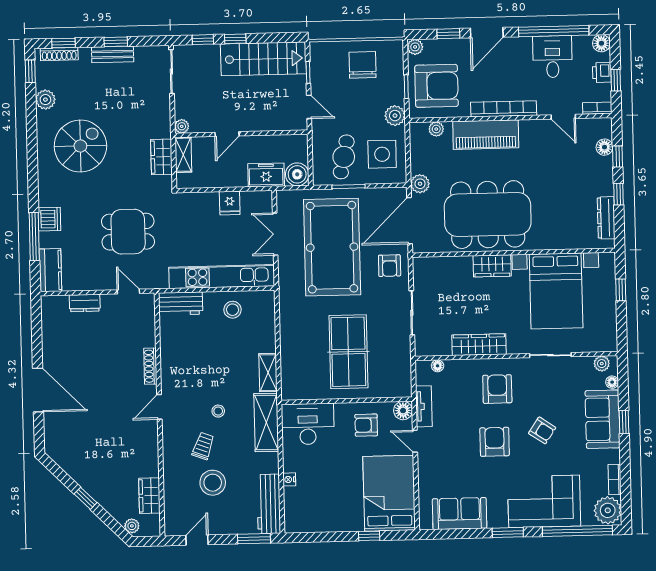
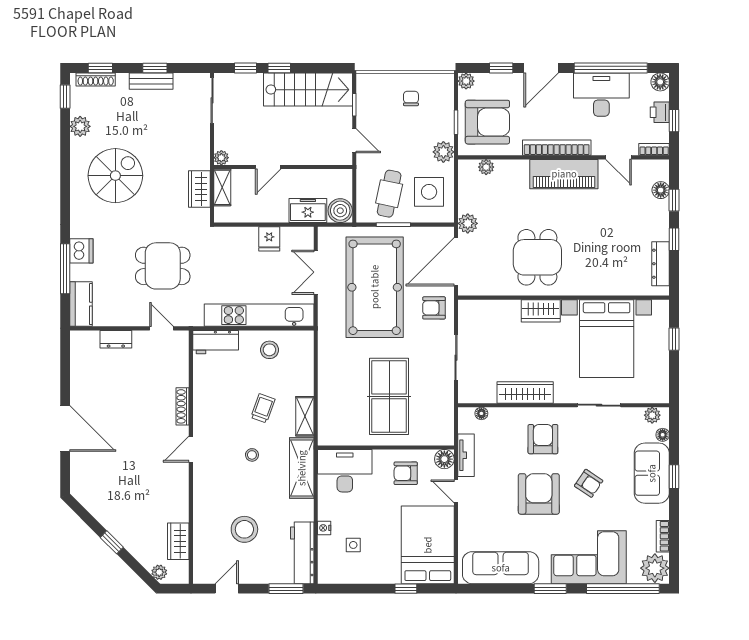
desk: (552, 57) -> (601, 95), width x1.37
chair: (362, 65) -> (411, 98), width x0.54, depth x0.54
piano: (486, 135) -> (564, 174), moved
dining table: (488, 215) -> (537, 257), width x0.53, depth x0.80
armchair: (390, 266) -> (434, 308), turned 90
armchair: (495, 442) -> (539, 494), width x1.36, depth x1.36
trolley: (203, 446) -> (263, 408), moved
side table: (318, 495) -> (353, 545), added
sofa: (460, 514) -> (501, 568), width x1.36

